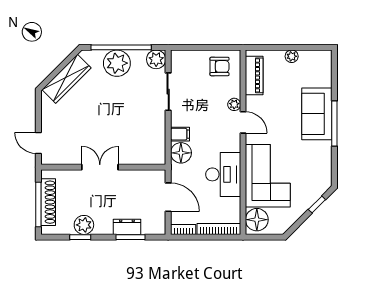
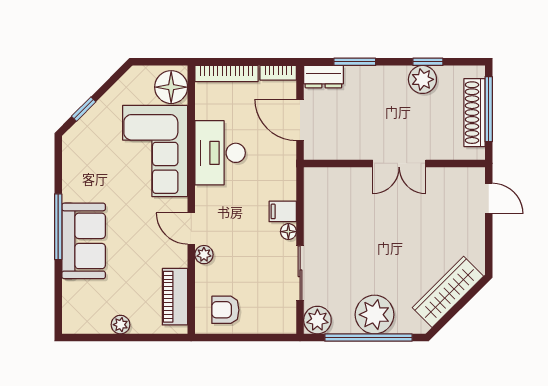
floor lamp: (181, 153) -> (288, 232), moved, width x0.53, depth x0.53
dresser: (127, 227) -> (323, 77), moved

